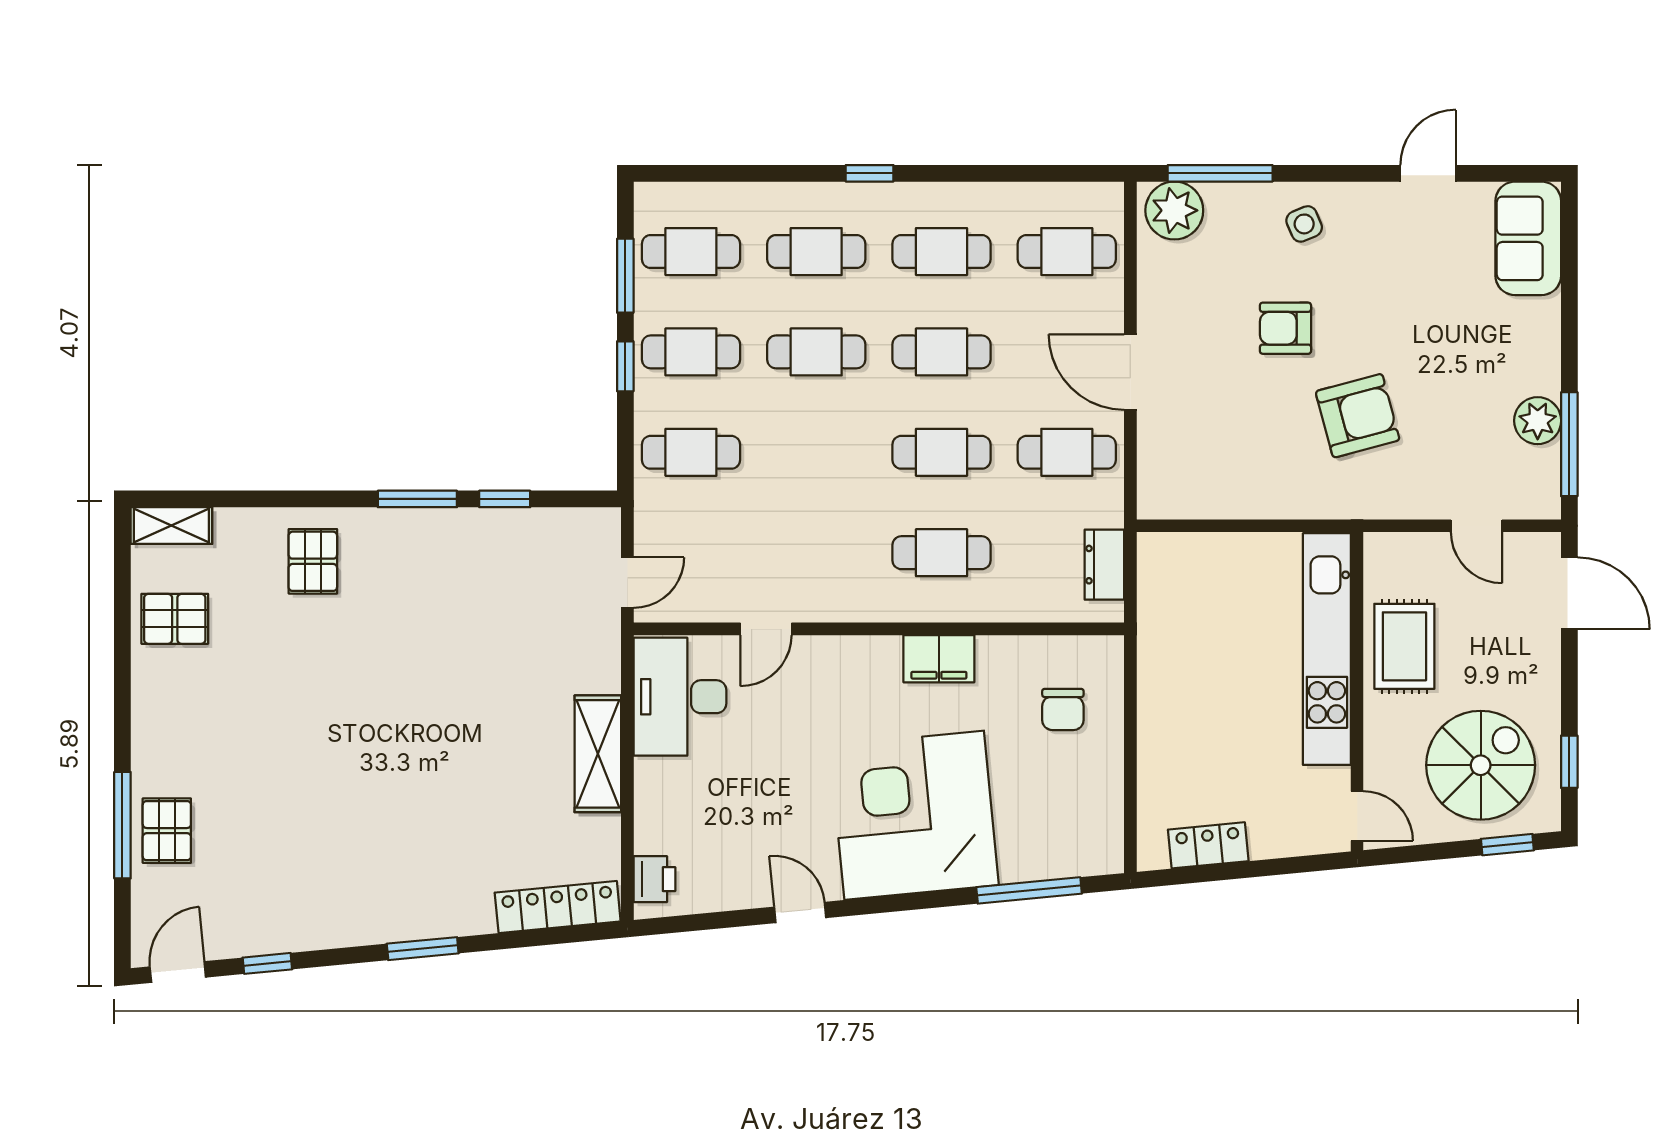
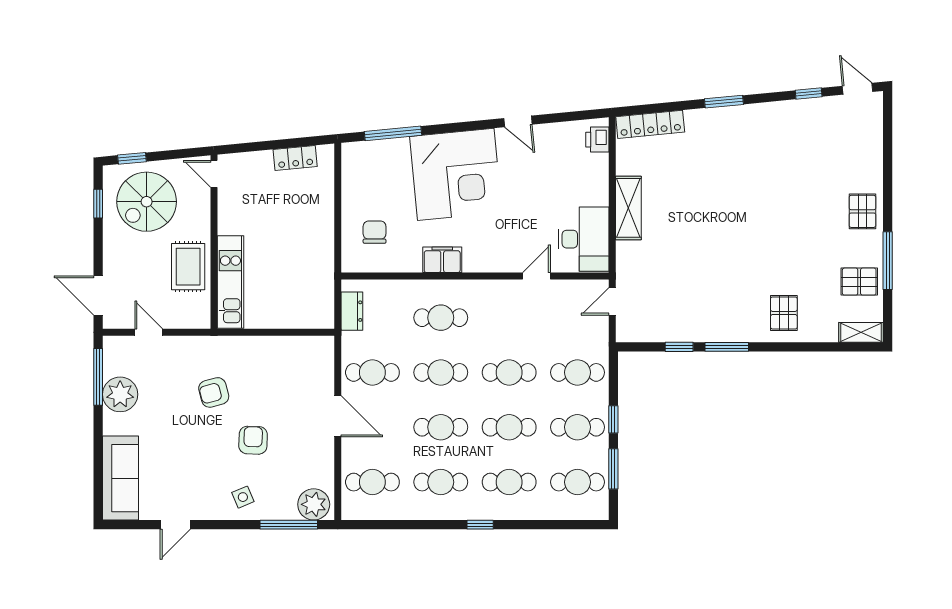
sofa: (1528, 238) -> (121, 478), width x1.36
armchair: (1285, 328) -> (253, 440), turned -88
armchair: (1358, 416) -> (214, 392), width x0.72, depth x0.72
plant: (1538, 421) -> (120, 394), width x1.36, depth x1.36
cafe table: (816, 452) -> (509, 372), added
kitchen unit: (1327, 649) -> (230, 282), width x0.73
window: (122, 825) -> (888, 261), moved
pallet: (167, 831) -> (862, 211), moved
door: (178, 972) -> (858, 89), swing flipped

